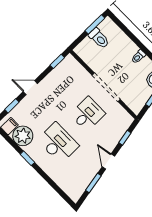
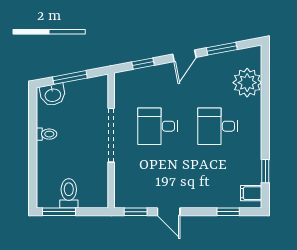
door: (30, 88) -> (169, 212), moved
plant: (23, 136) -> (247, 83), moved
desk: (58, 143) -> (218, 126), width x0.73
window: (27, 158) -> (265, 171), moved

